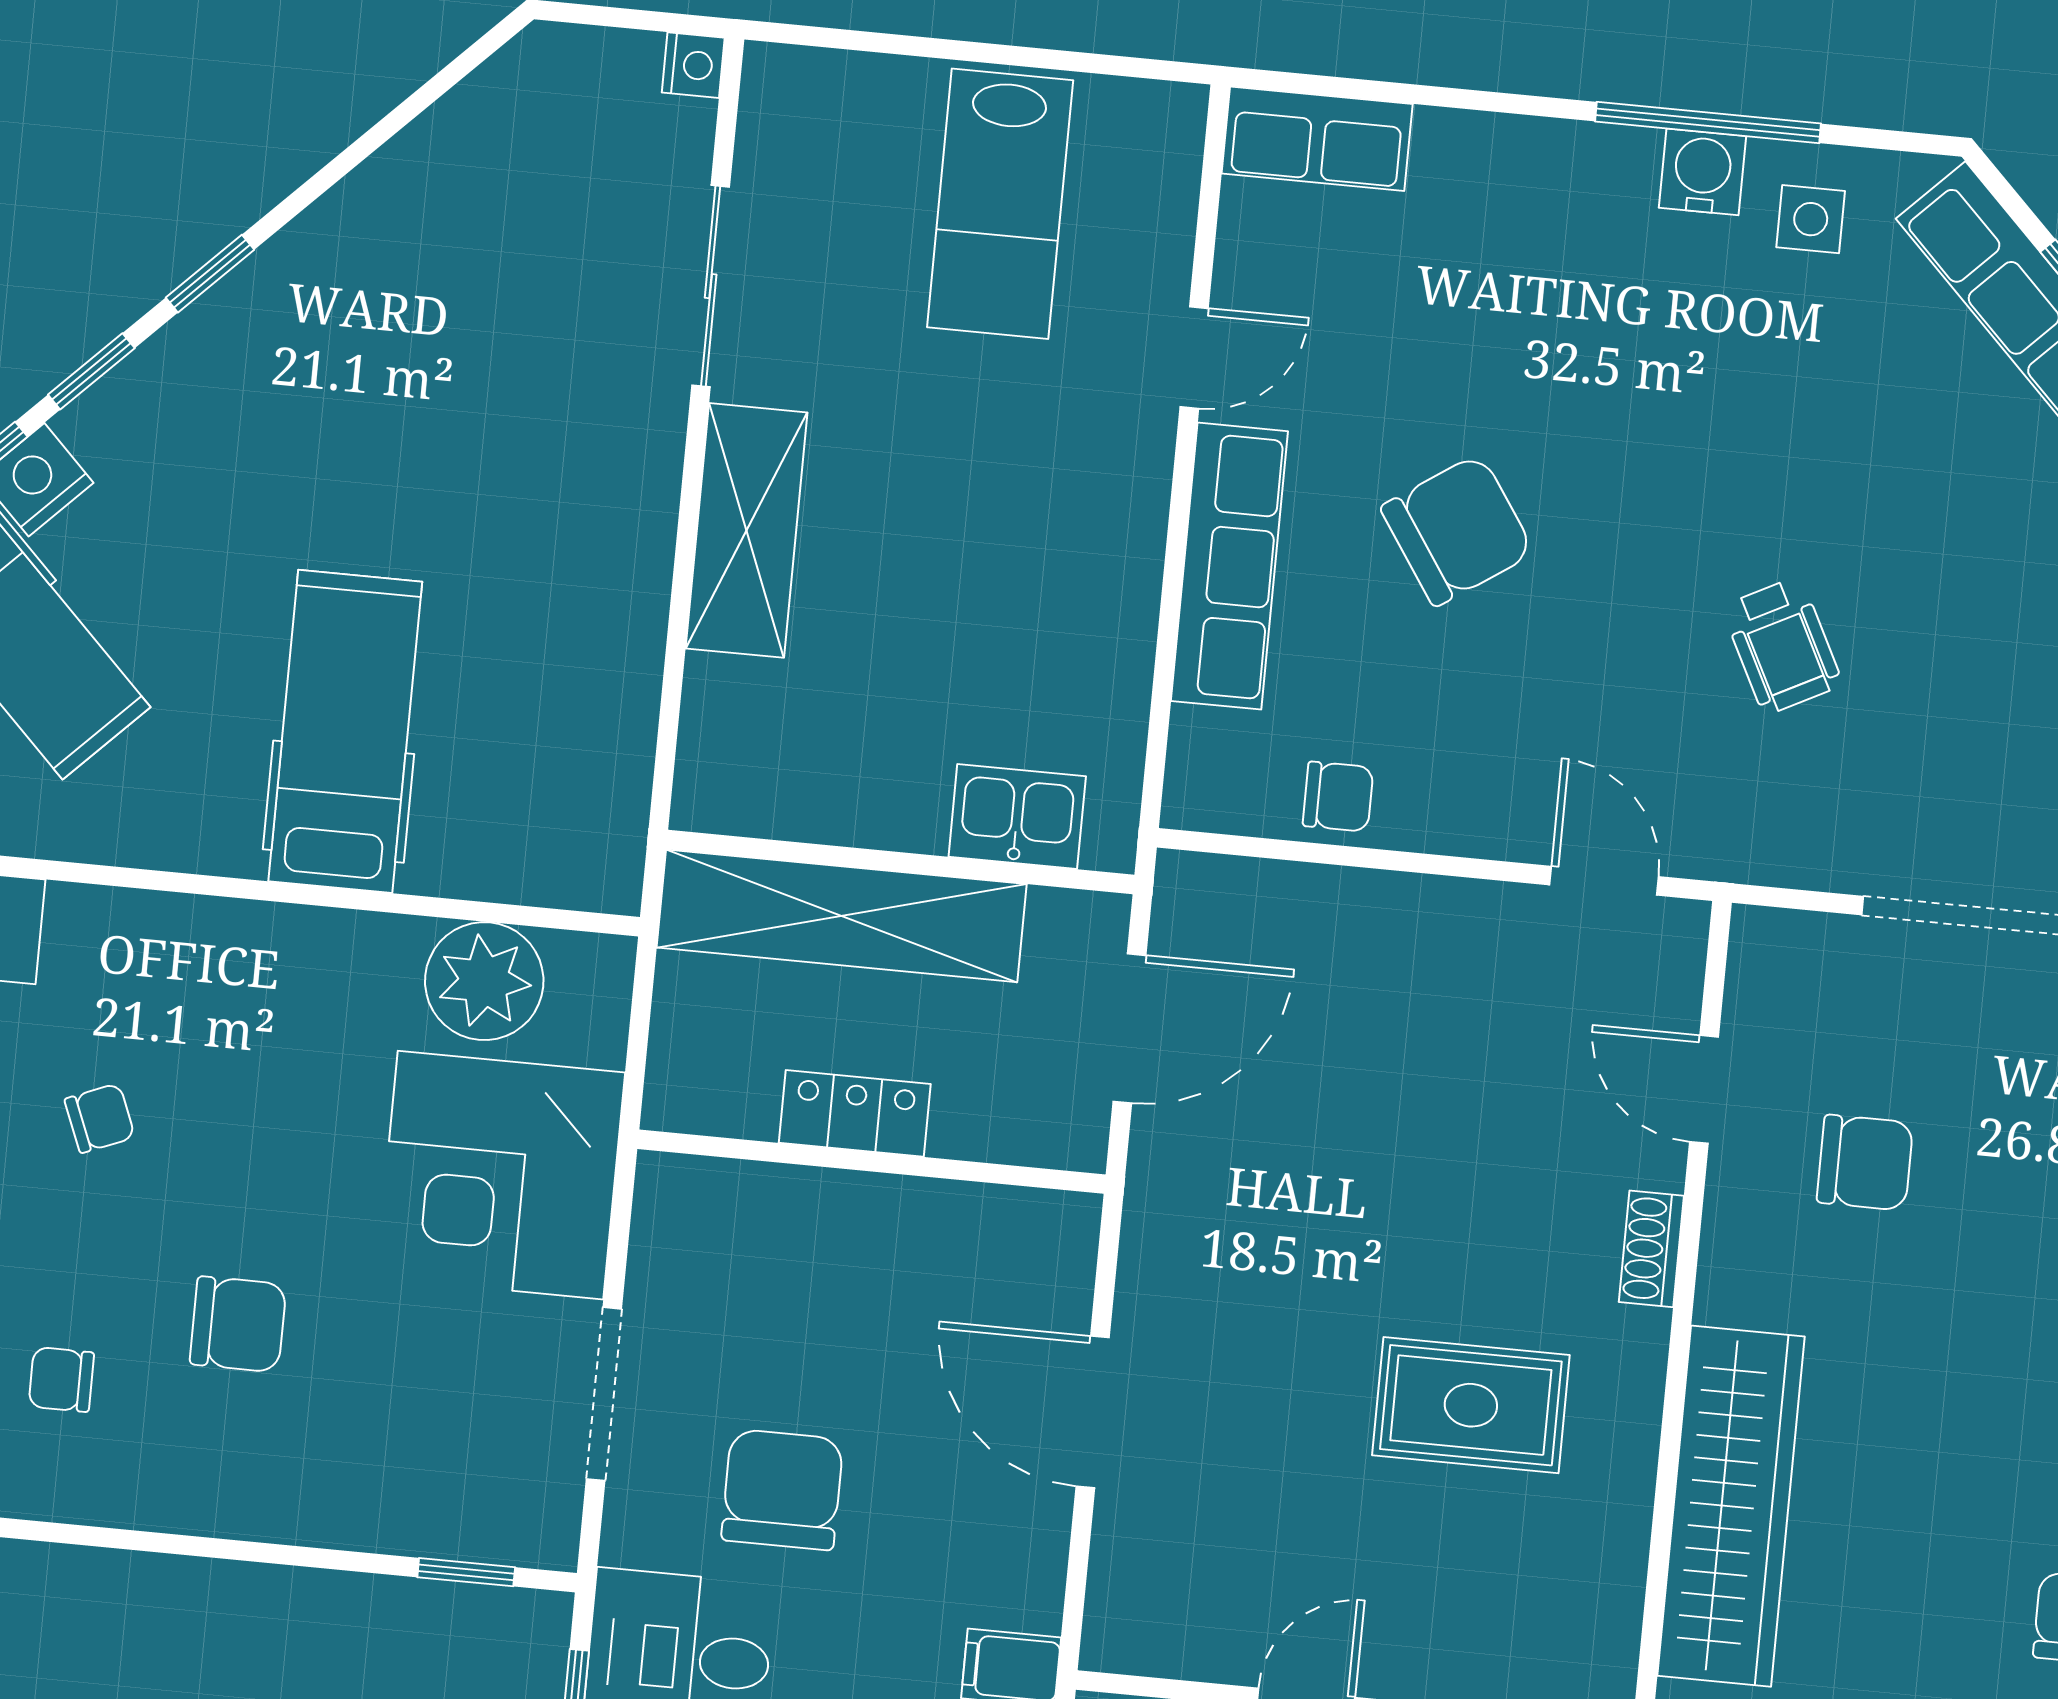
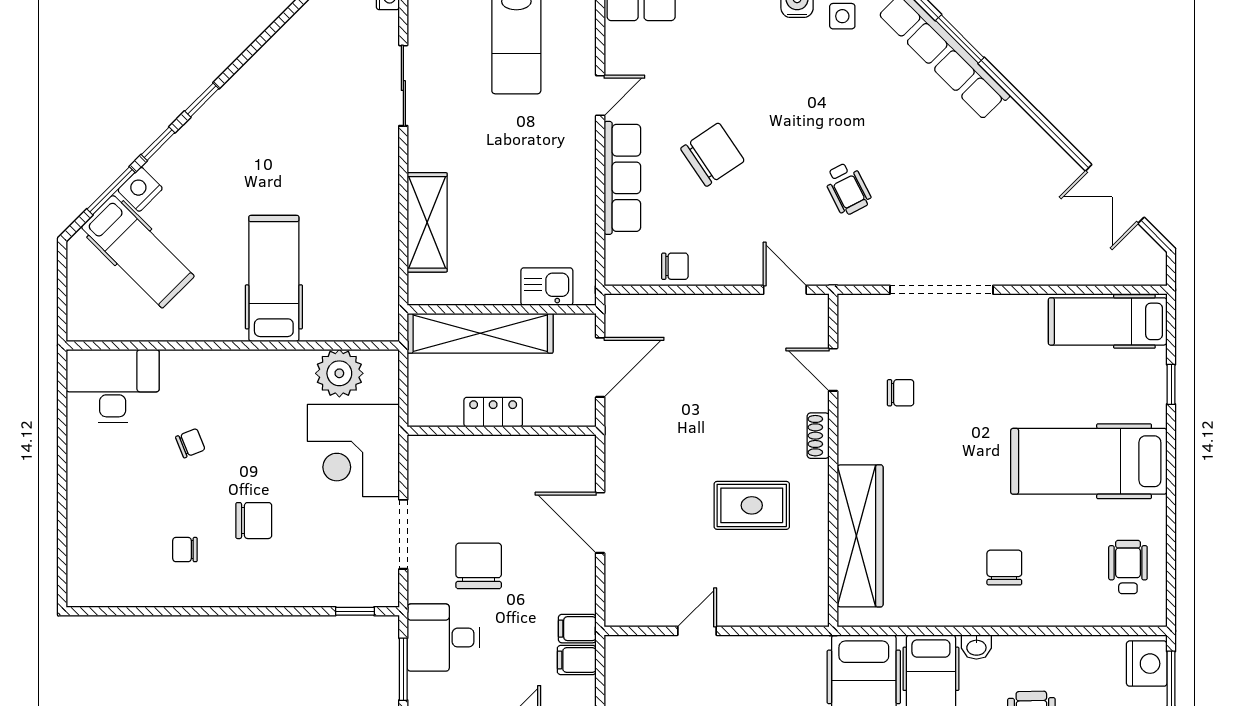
shelving: (746, 530) -> (427, 222), moved
chair: (1865, 1163) -> (901, 393), width x0.73, depth x0.73

